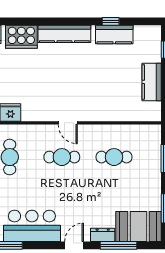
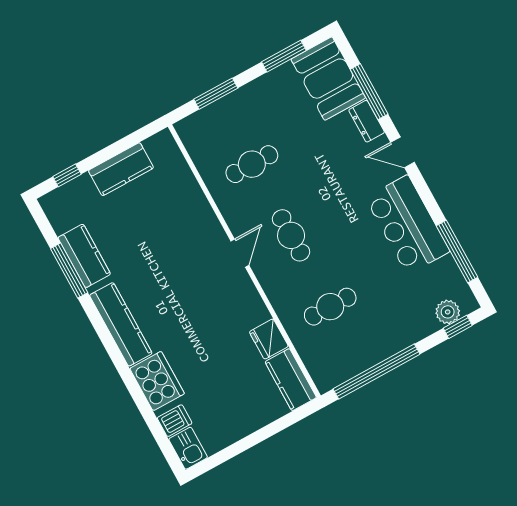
window: (111, 21) -> (69, 271), width x2.17
cafe table: (114, 157) -> (252, 164), turned 90

